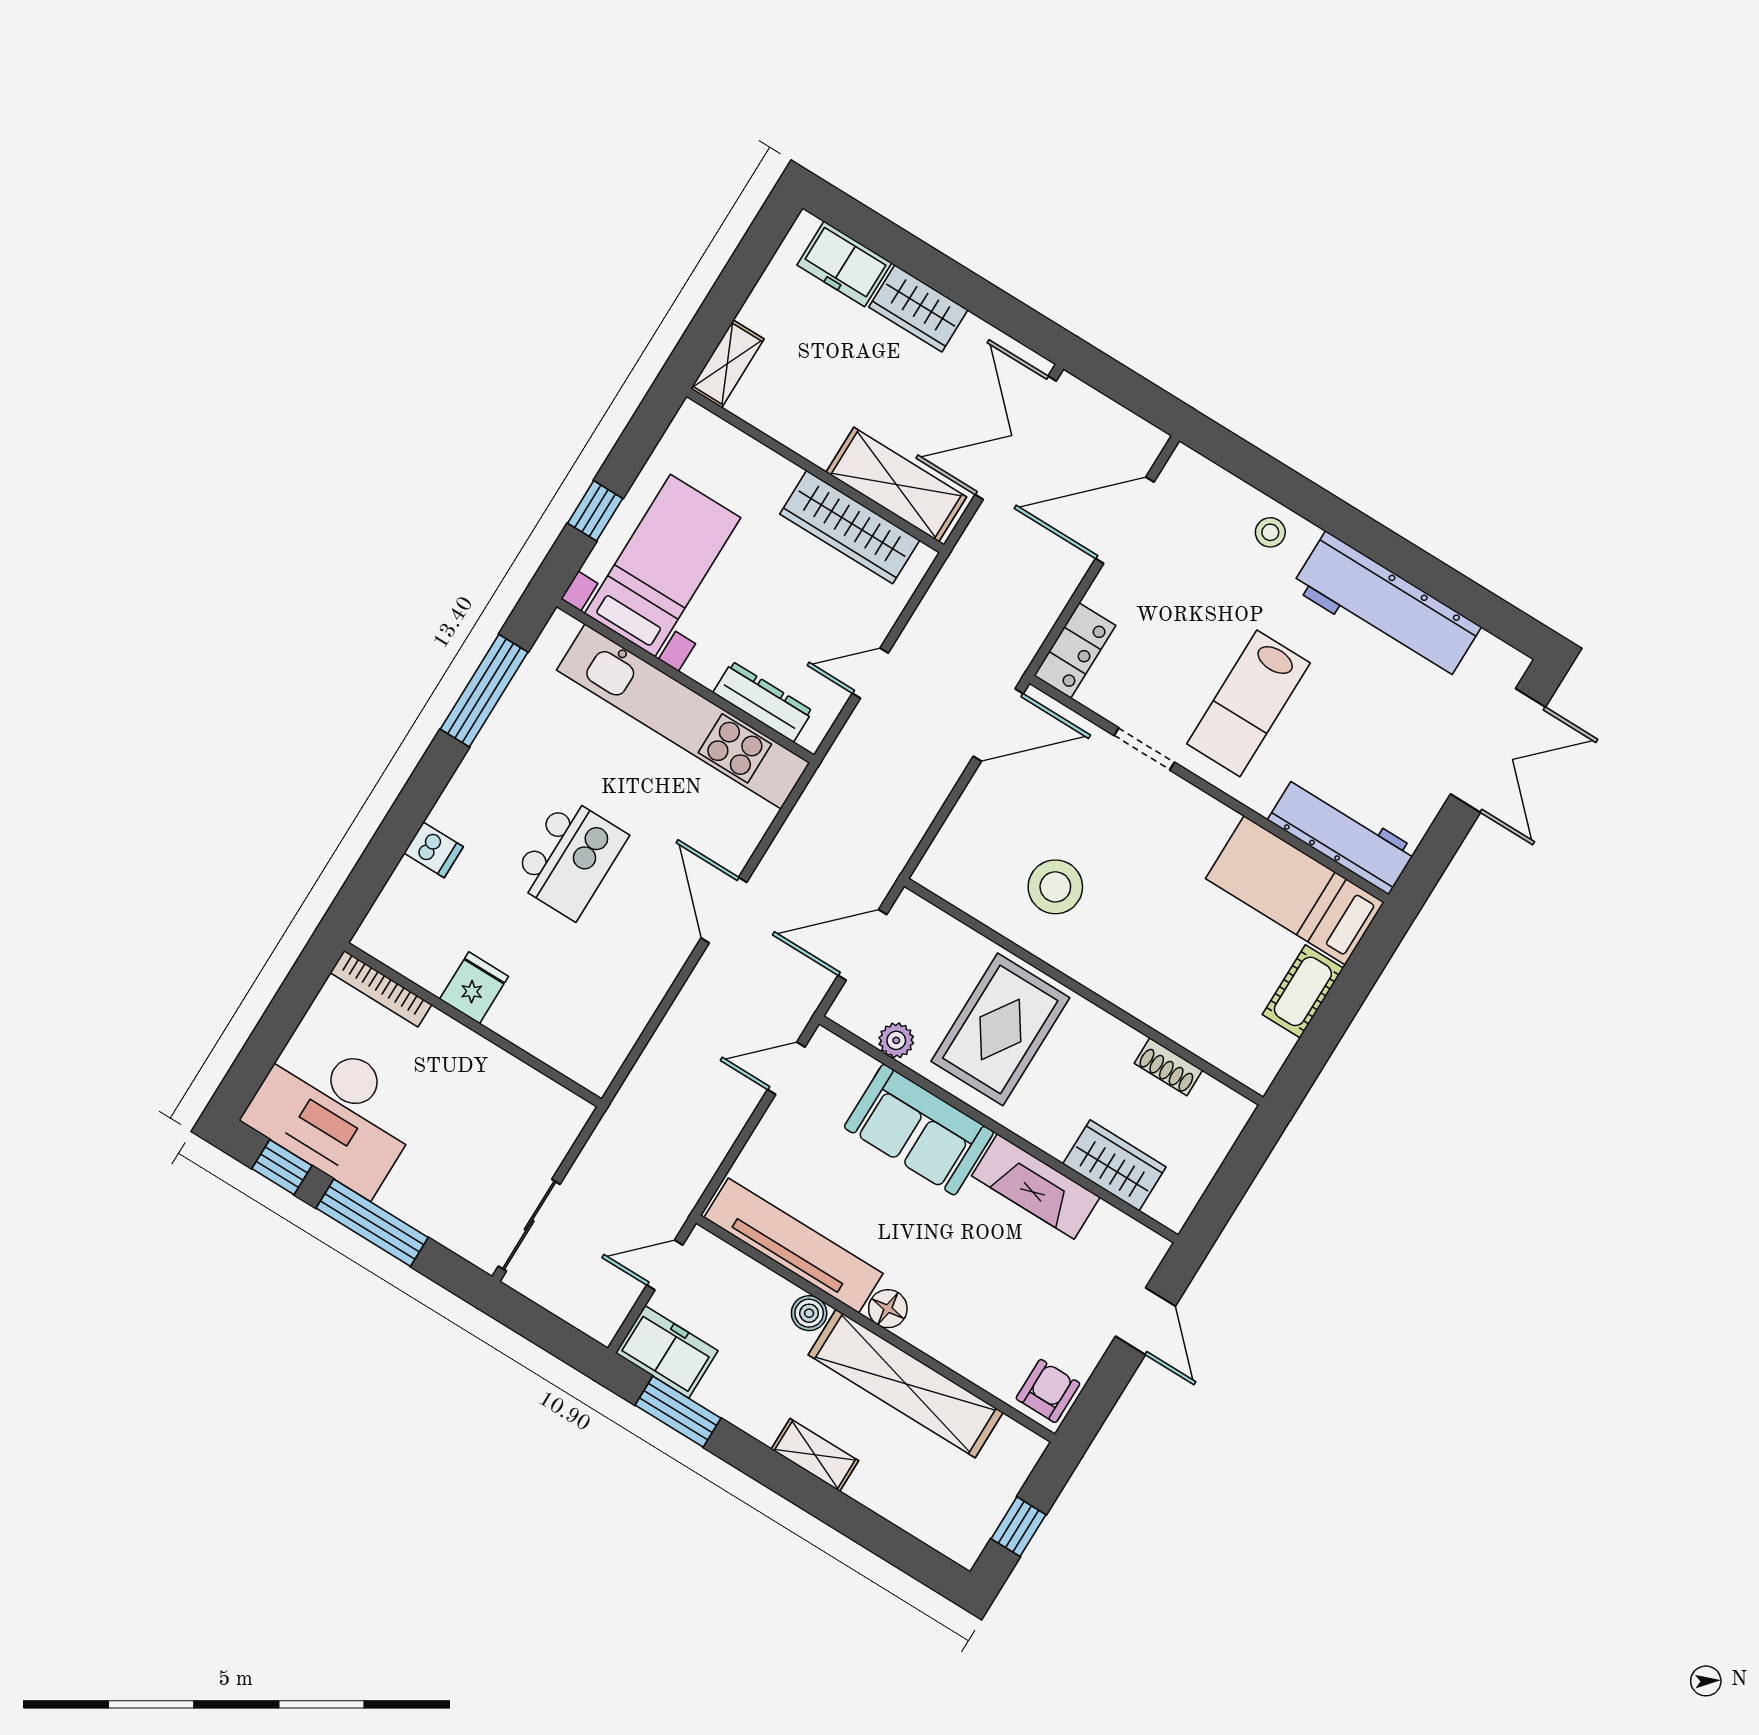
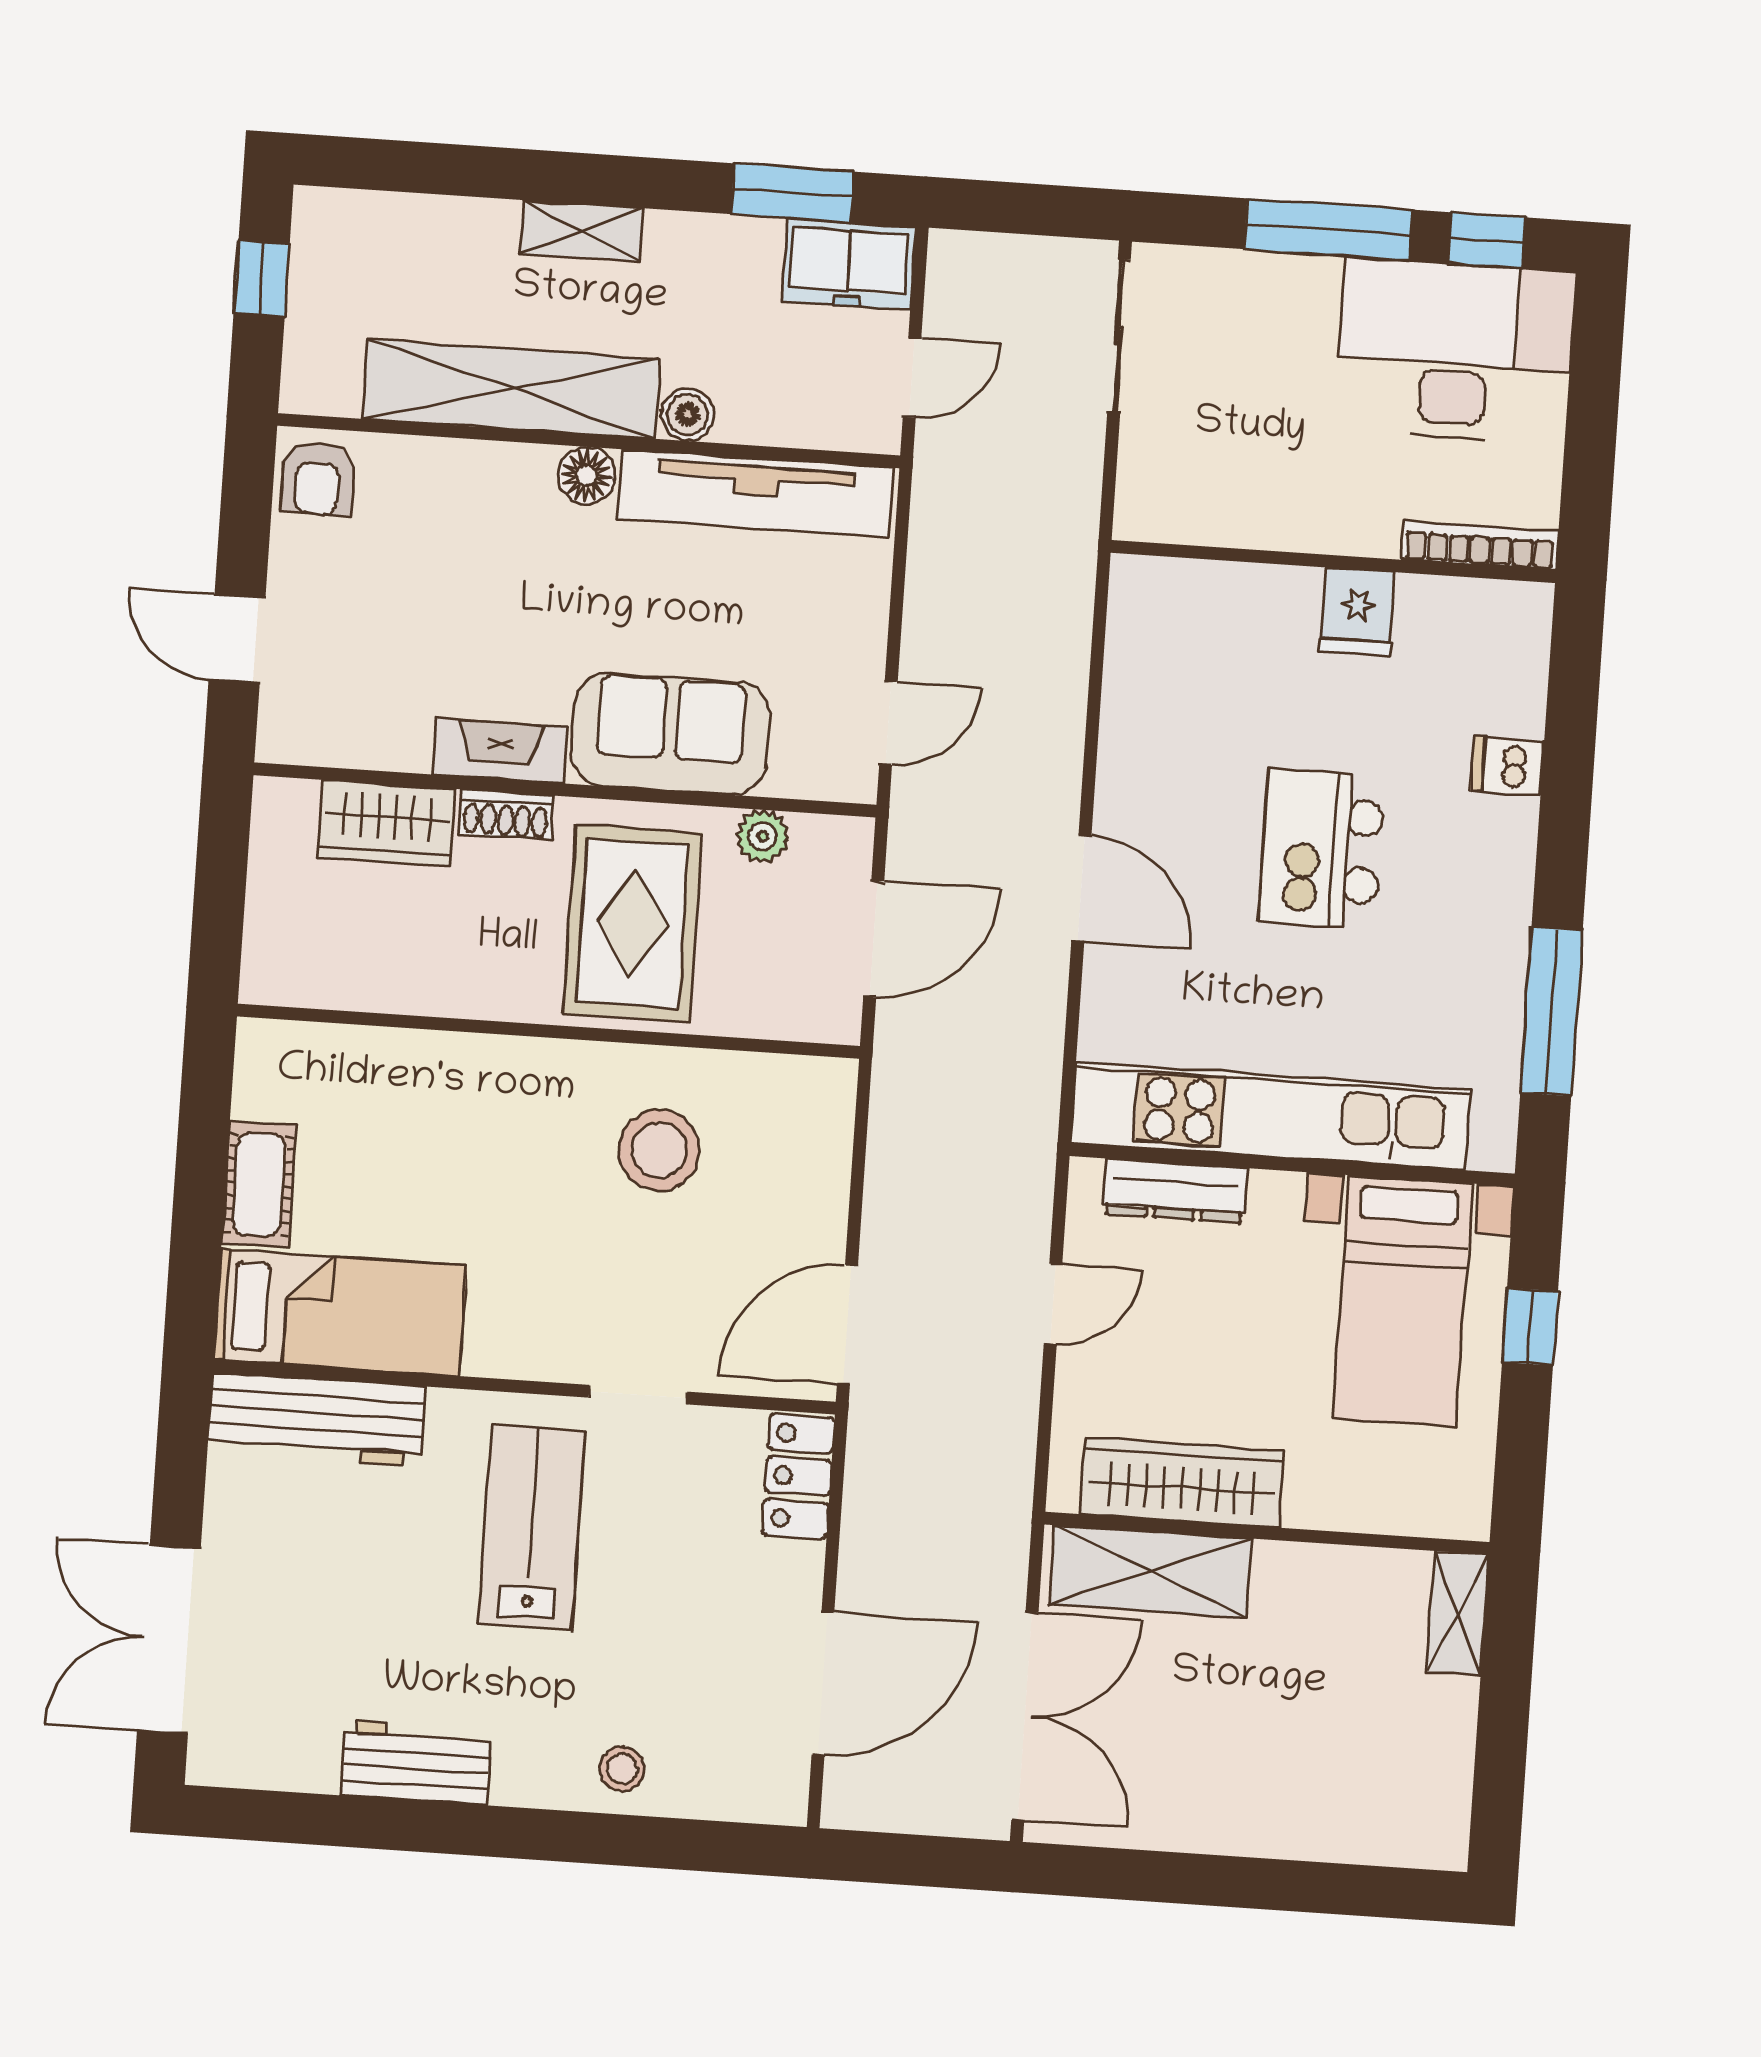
freezer: (844, 264) -> (1372, 1827), removed
wardrobe: (918, 308) -> (1244, 1820), removed
workbench: (1386, 607) -> (416, 1763), width x0.53, depth x0.76
shoe rack: (1168, 1067) -> (506, 815), moved, turned 180
fireplace: (1036, 1186) -> (500, 751), width x0.73, depth x0.76

